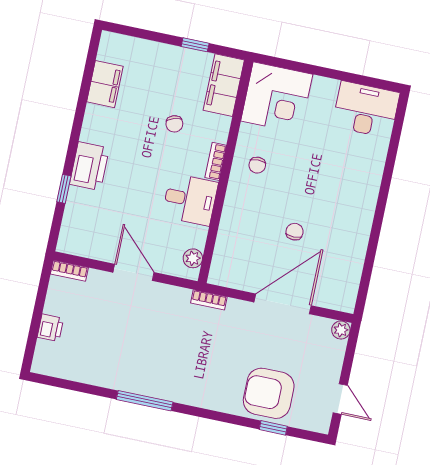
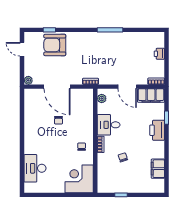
filing cabinet: (224, 85) -> (151, 96), moved, turned 90
desk: (366, 110) -> (35, 168), moved, turned 90
door: (283, 304) -> (57, 87), hinge flipped
armchair: (269, 393) -> (55, 45), turned 180

